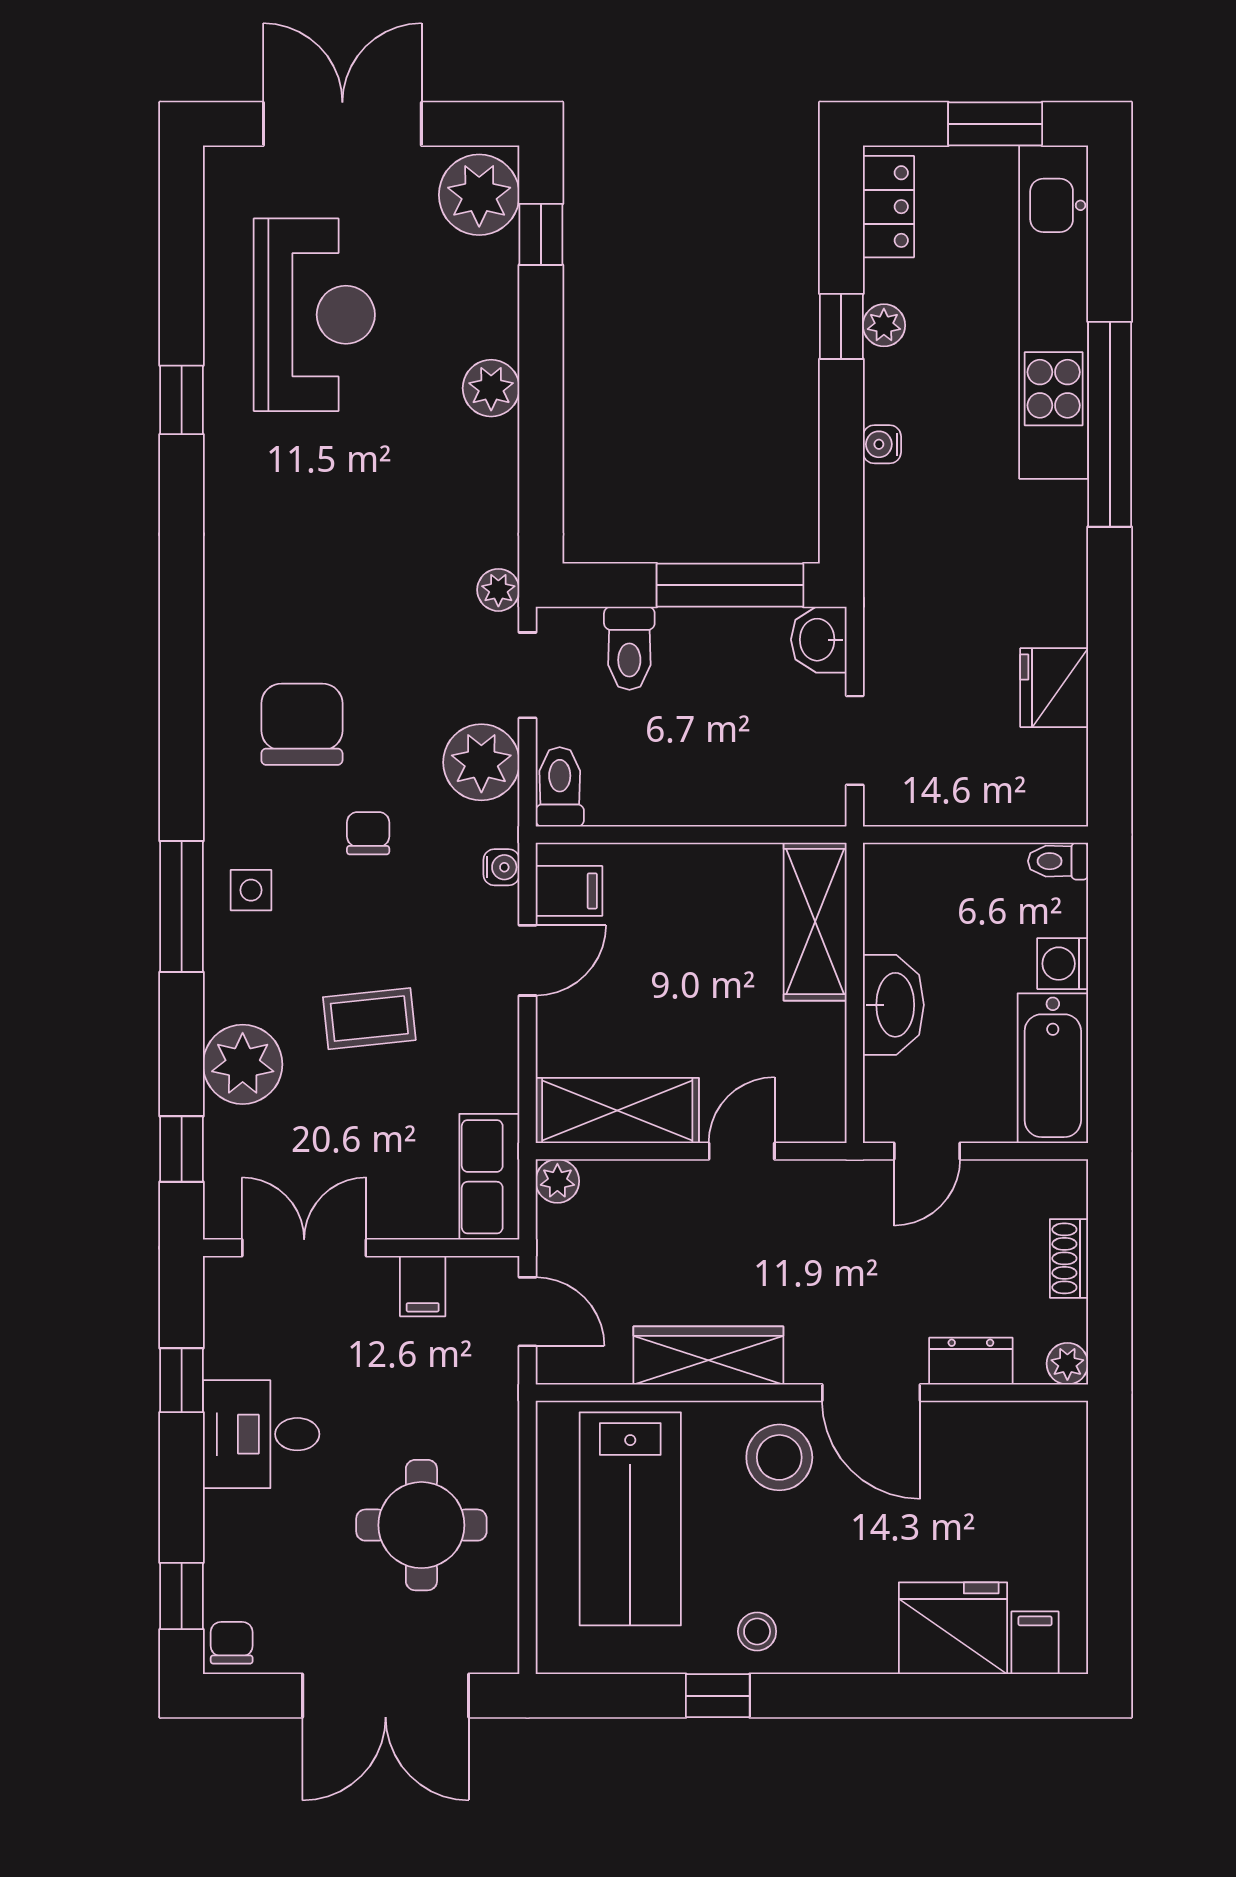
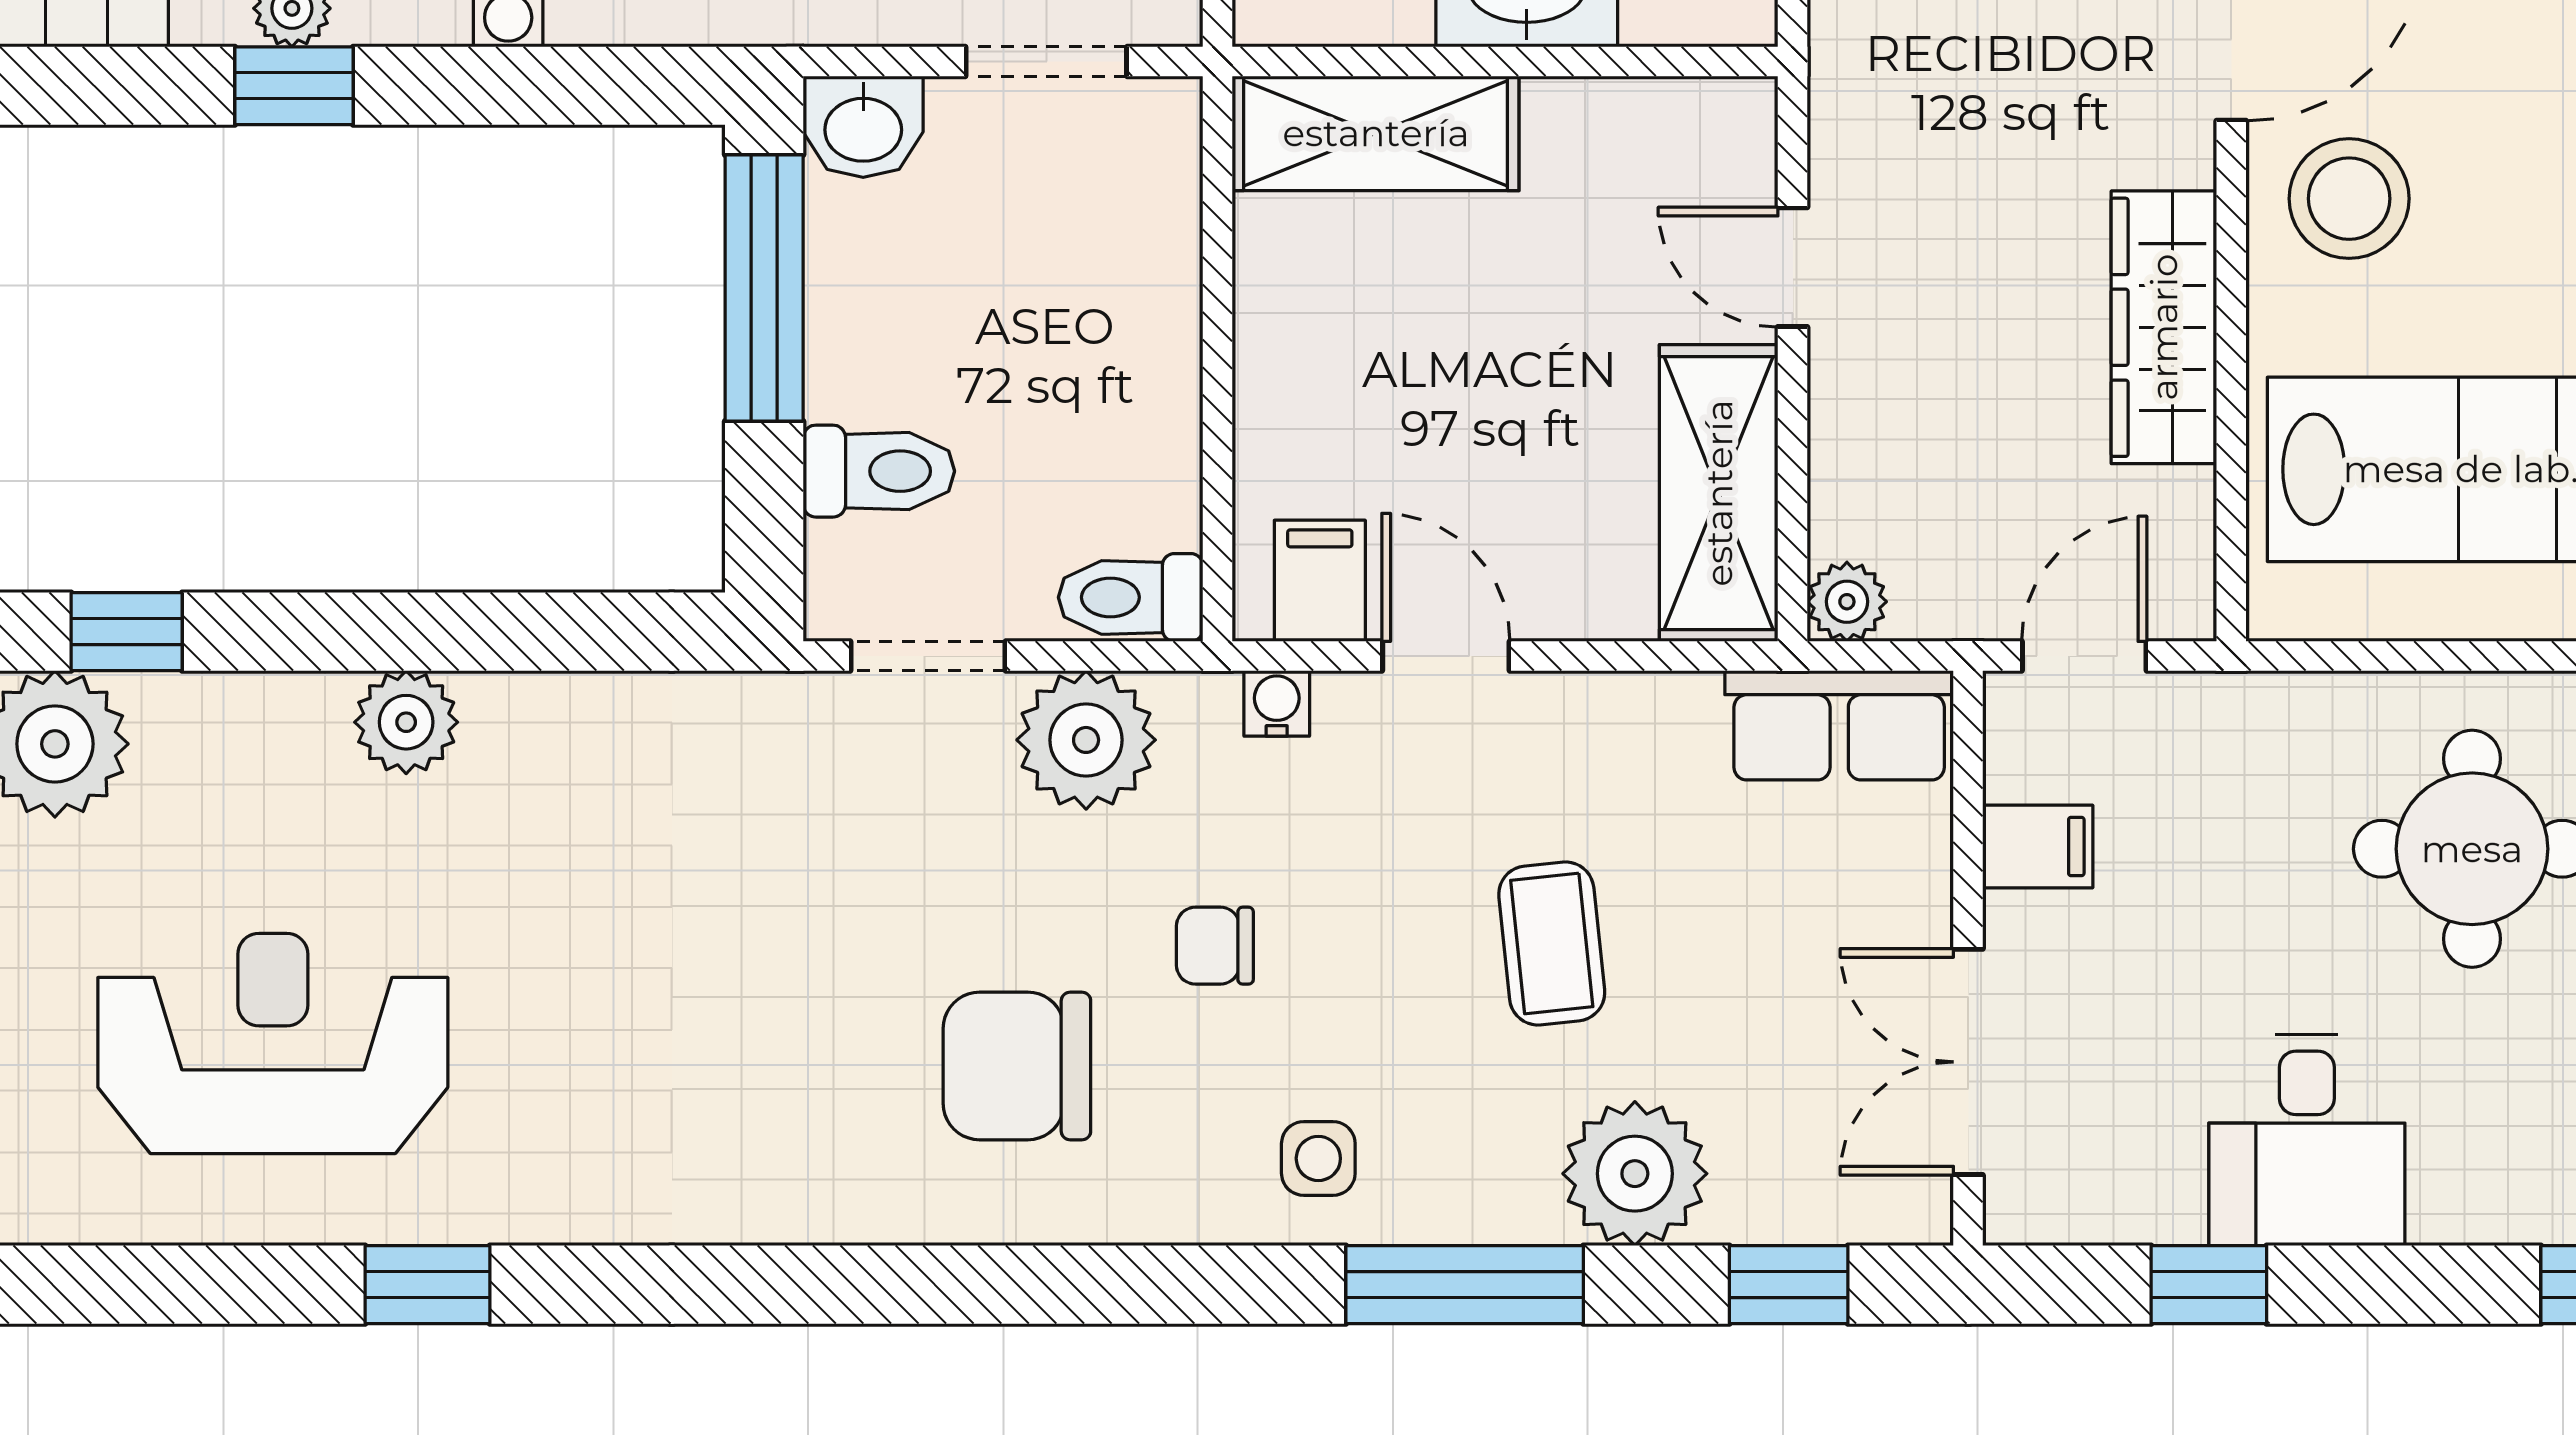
plant: (498, 590) -> (773, 709), removed
window: (182, 907) -> (1465, 1285), moved

